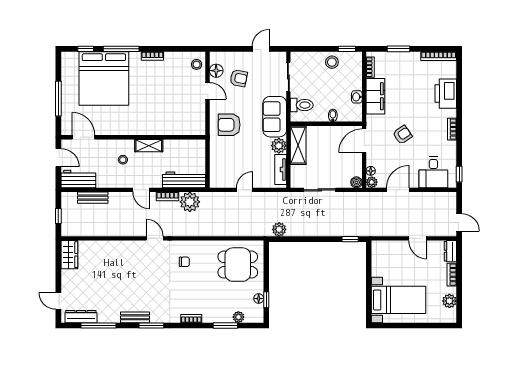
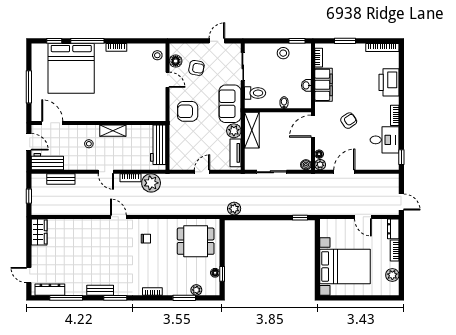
desk: (433, 172) -> (385, 140), moved, turned -90
workbench: (184, 180) -> (158, 145), moved, turned -90
bed with nightstands: (398, 300) -> (345, 266), width x1.36

